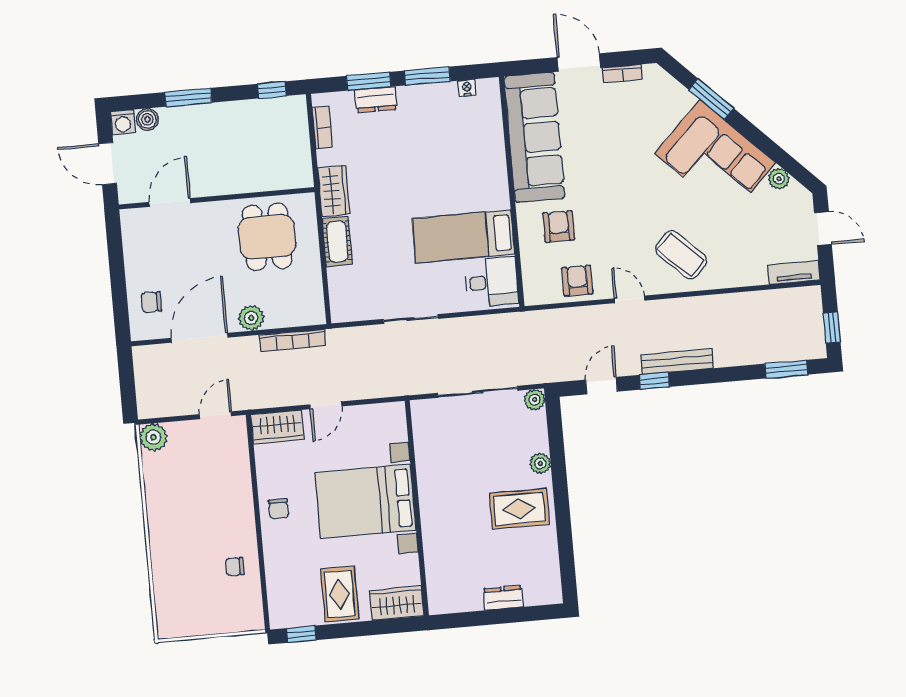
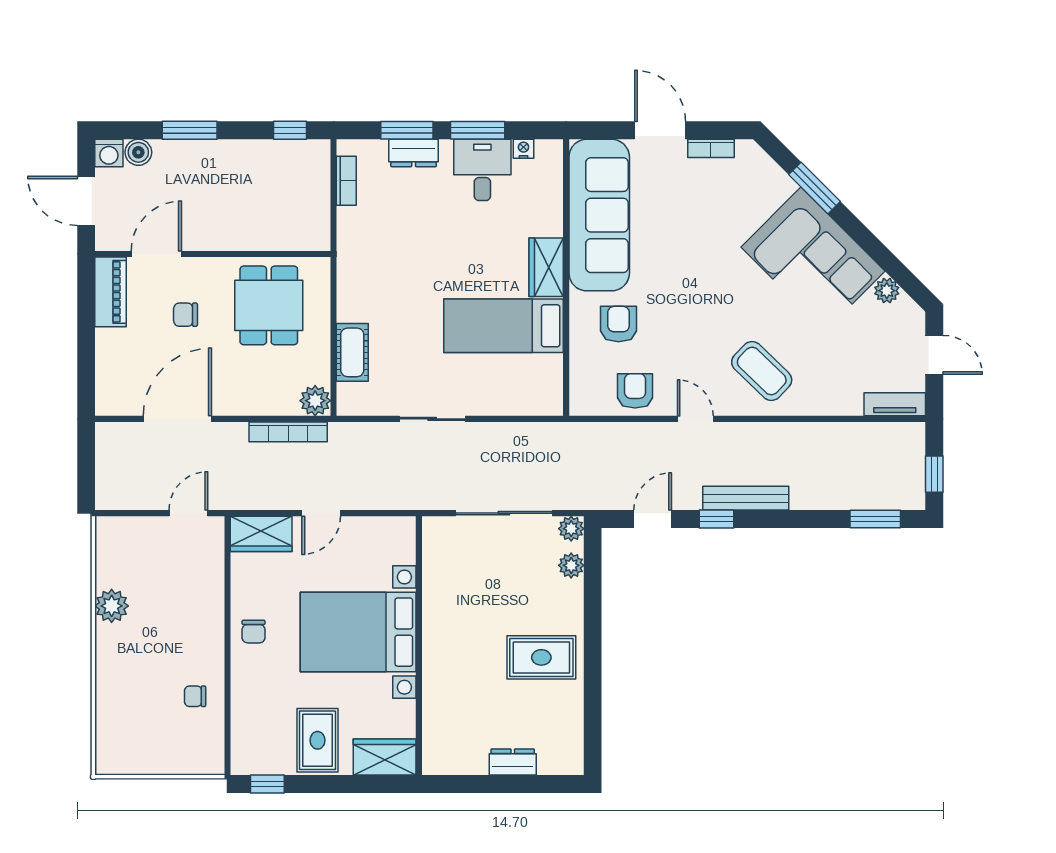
wardrobe: (334, 191) -> (546, 267), moved, turned 180
piano: (135, 237) -> (111, 292), added
cot: (337, 241) -> (352, 352), moved
desk: (492, 282) -> (482, 170), moved, turned -90
chair: (151, 302) -> (186, 315), moved
plant: (251, 318) -> (315, 401), moved
plant: (153, 437) -> (112, 606), moved
plant: (540, 463) -> (571, 565), moved

